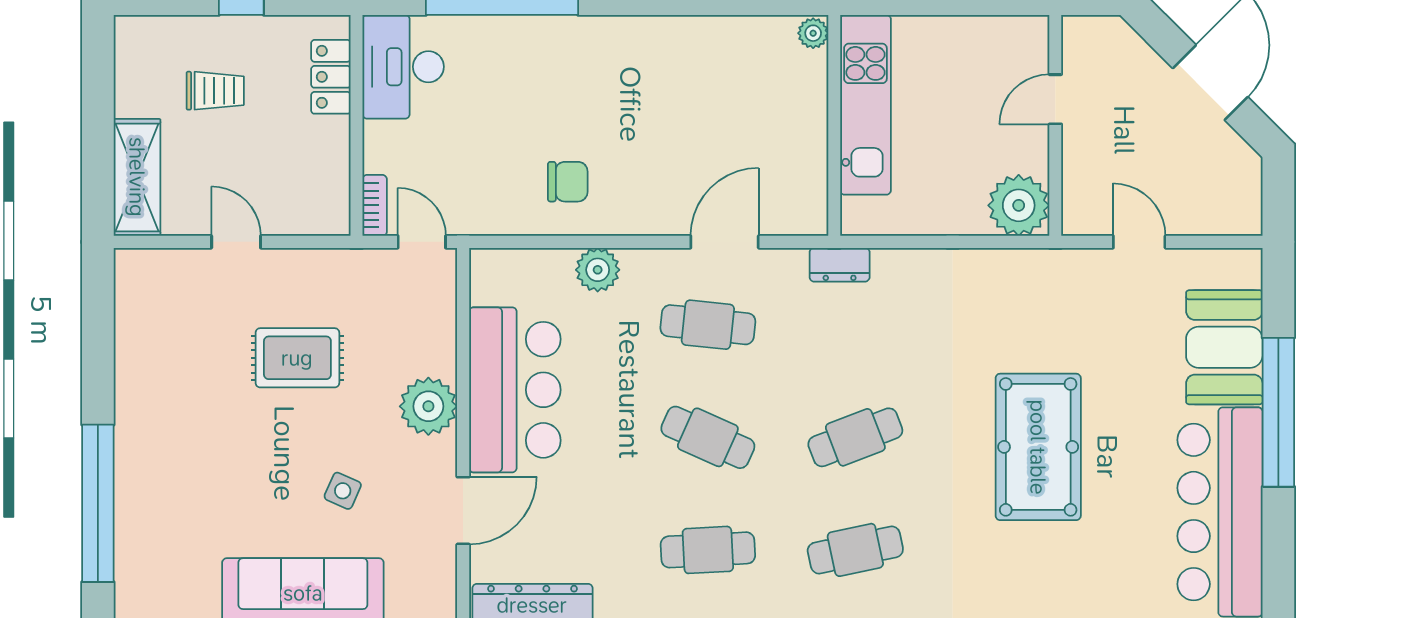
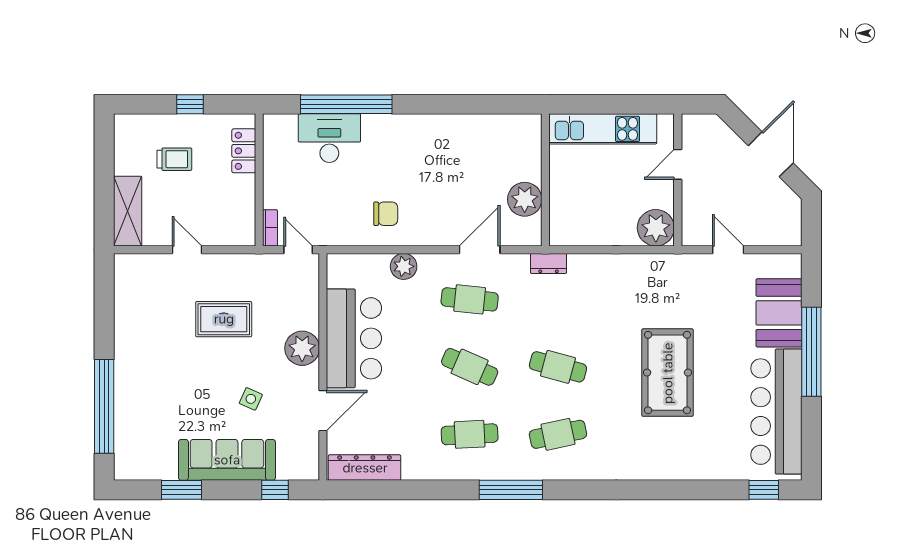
plant: (813, 33) -> (525, 199), moved, width x1.88, depth x1.88
desk: (403, 67) -> (329, 138), moved, turned 90
kitchen unit: (865, 105) -> (603, 129), moved, turned 90
cafe table: (855, 437) -> (558, 367), turned 36

